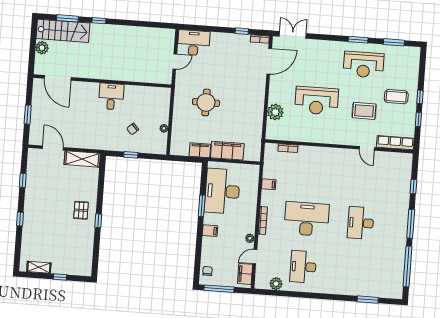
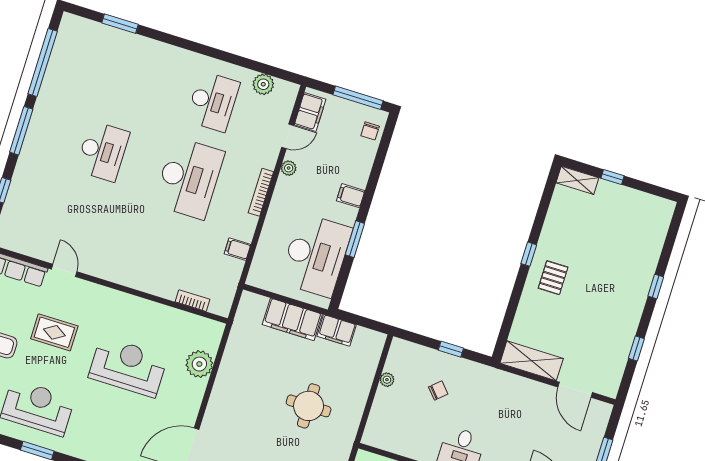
desk: (307, 219) -> (189, 178), turned -90
shelving: (39, 267) -> (577, 180), moved

